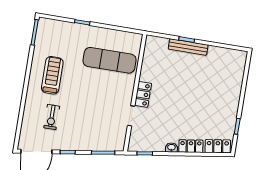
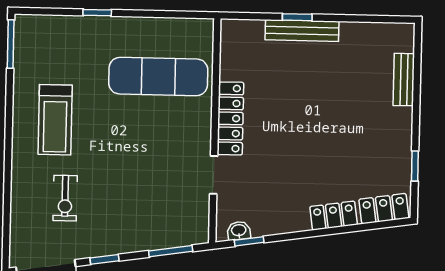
treadmill: (52, 75) -> (55, 120), turned 180
bench: (238, 80) -> (404, 80), added
locker: (143, 94) -> (230, 118), width x1.53
washbasin: (171, 147) -> (239, 231), moved

